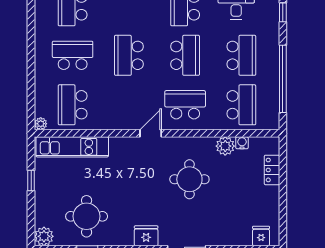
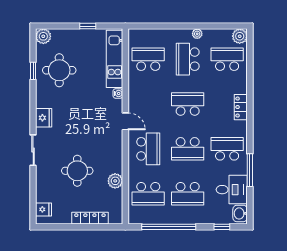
school desk: (73, 55) -> (188, 59), turned 180
plant: (41, 124) -> (197, 34), moved
water cooler: (242, 143) -> (118, 93), moved
locker: (272, 170) -> (90, 218), width x1.53
round table: (189, 179) -> (77, 171), moved

